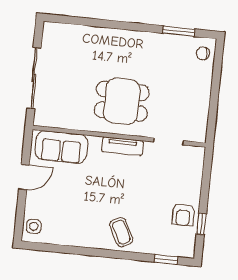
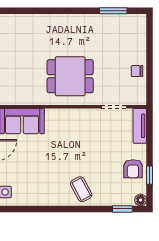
chair: (203, 53) -> (137, 71), moved
tv unit: (122, 146) -> (140, 126), moved, turned 90
floor lamp: (188, 251) -> (141, 200), added

